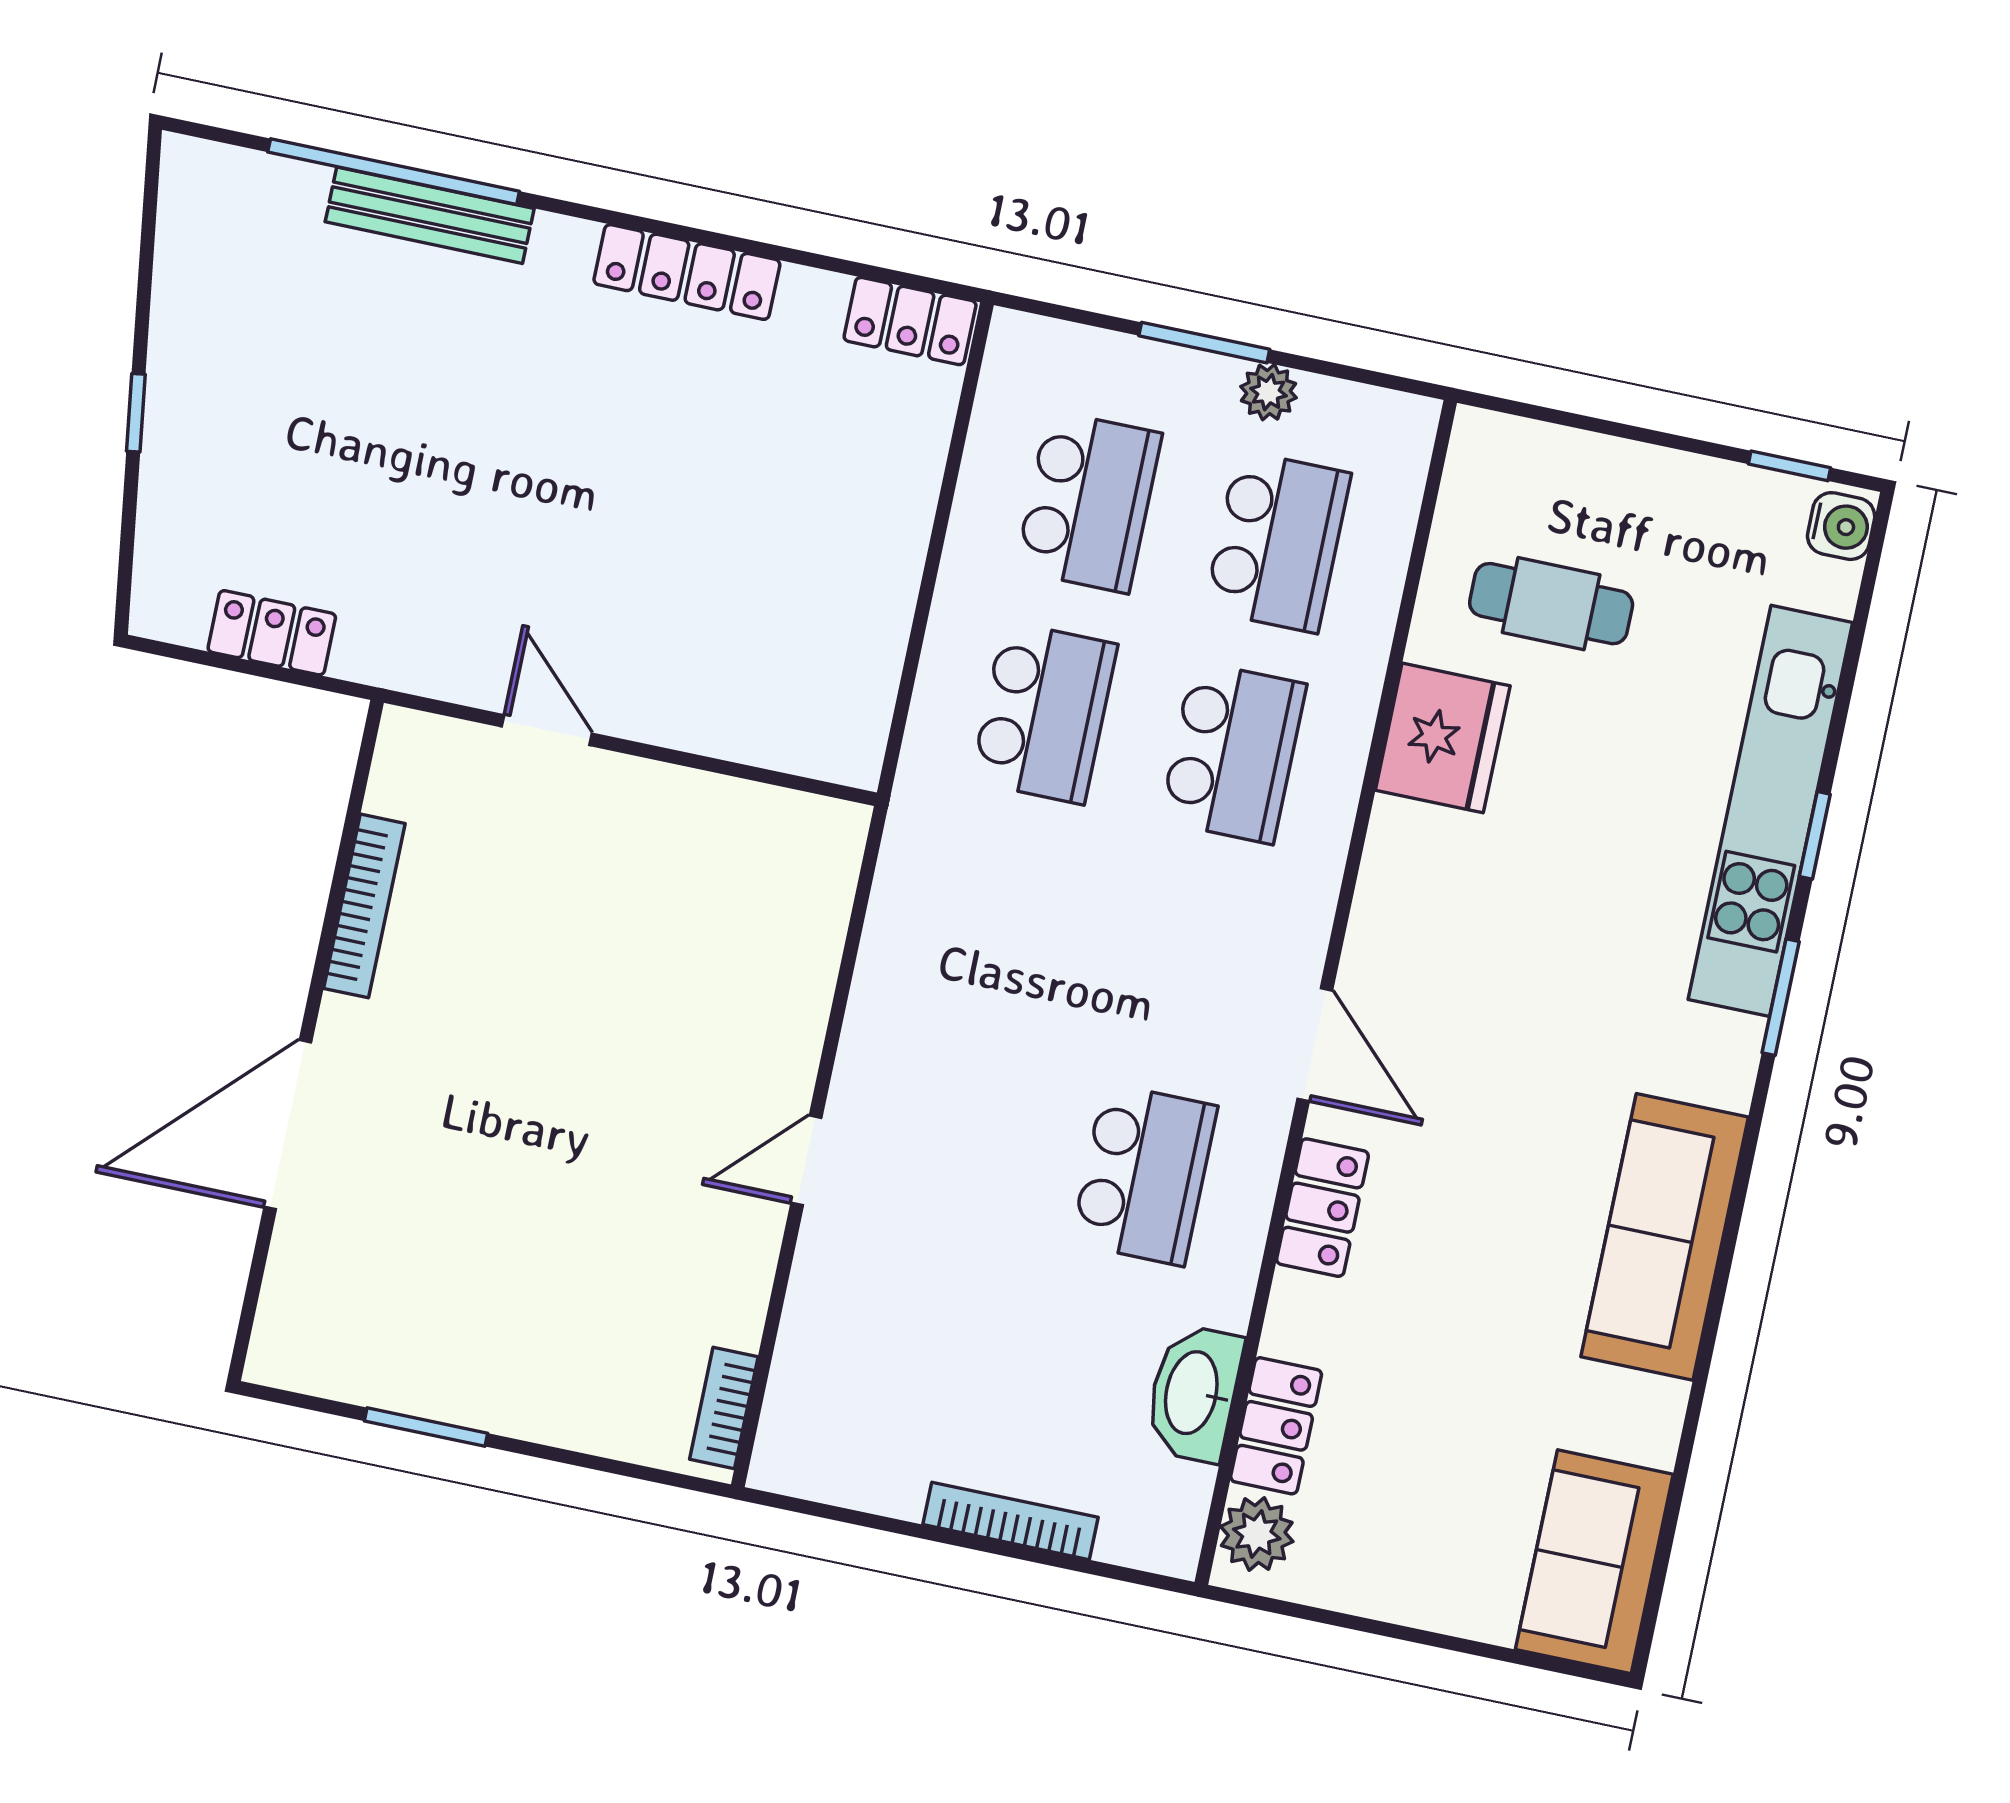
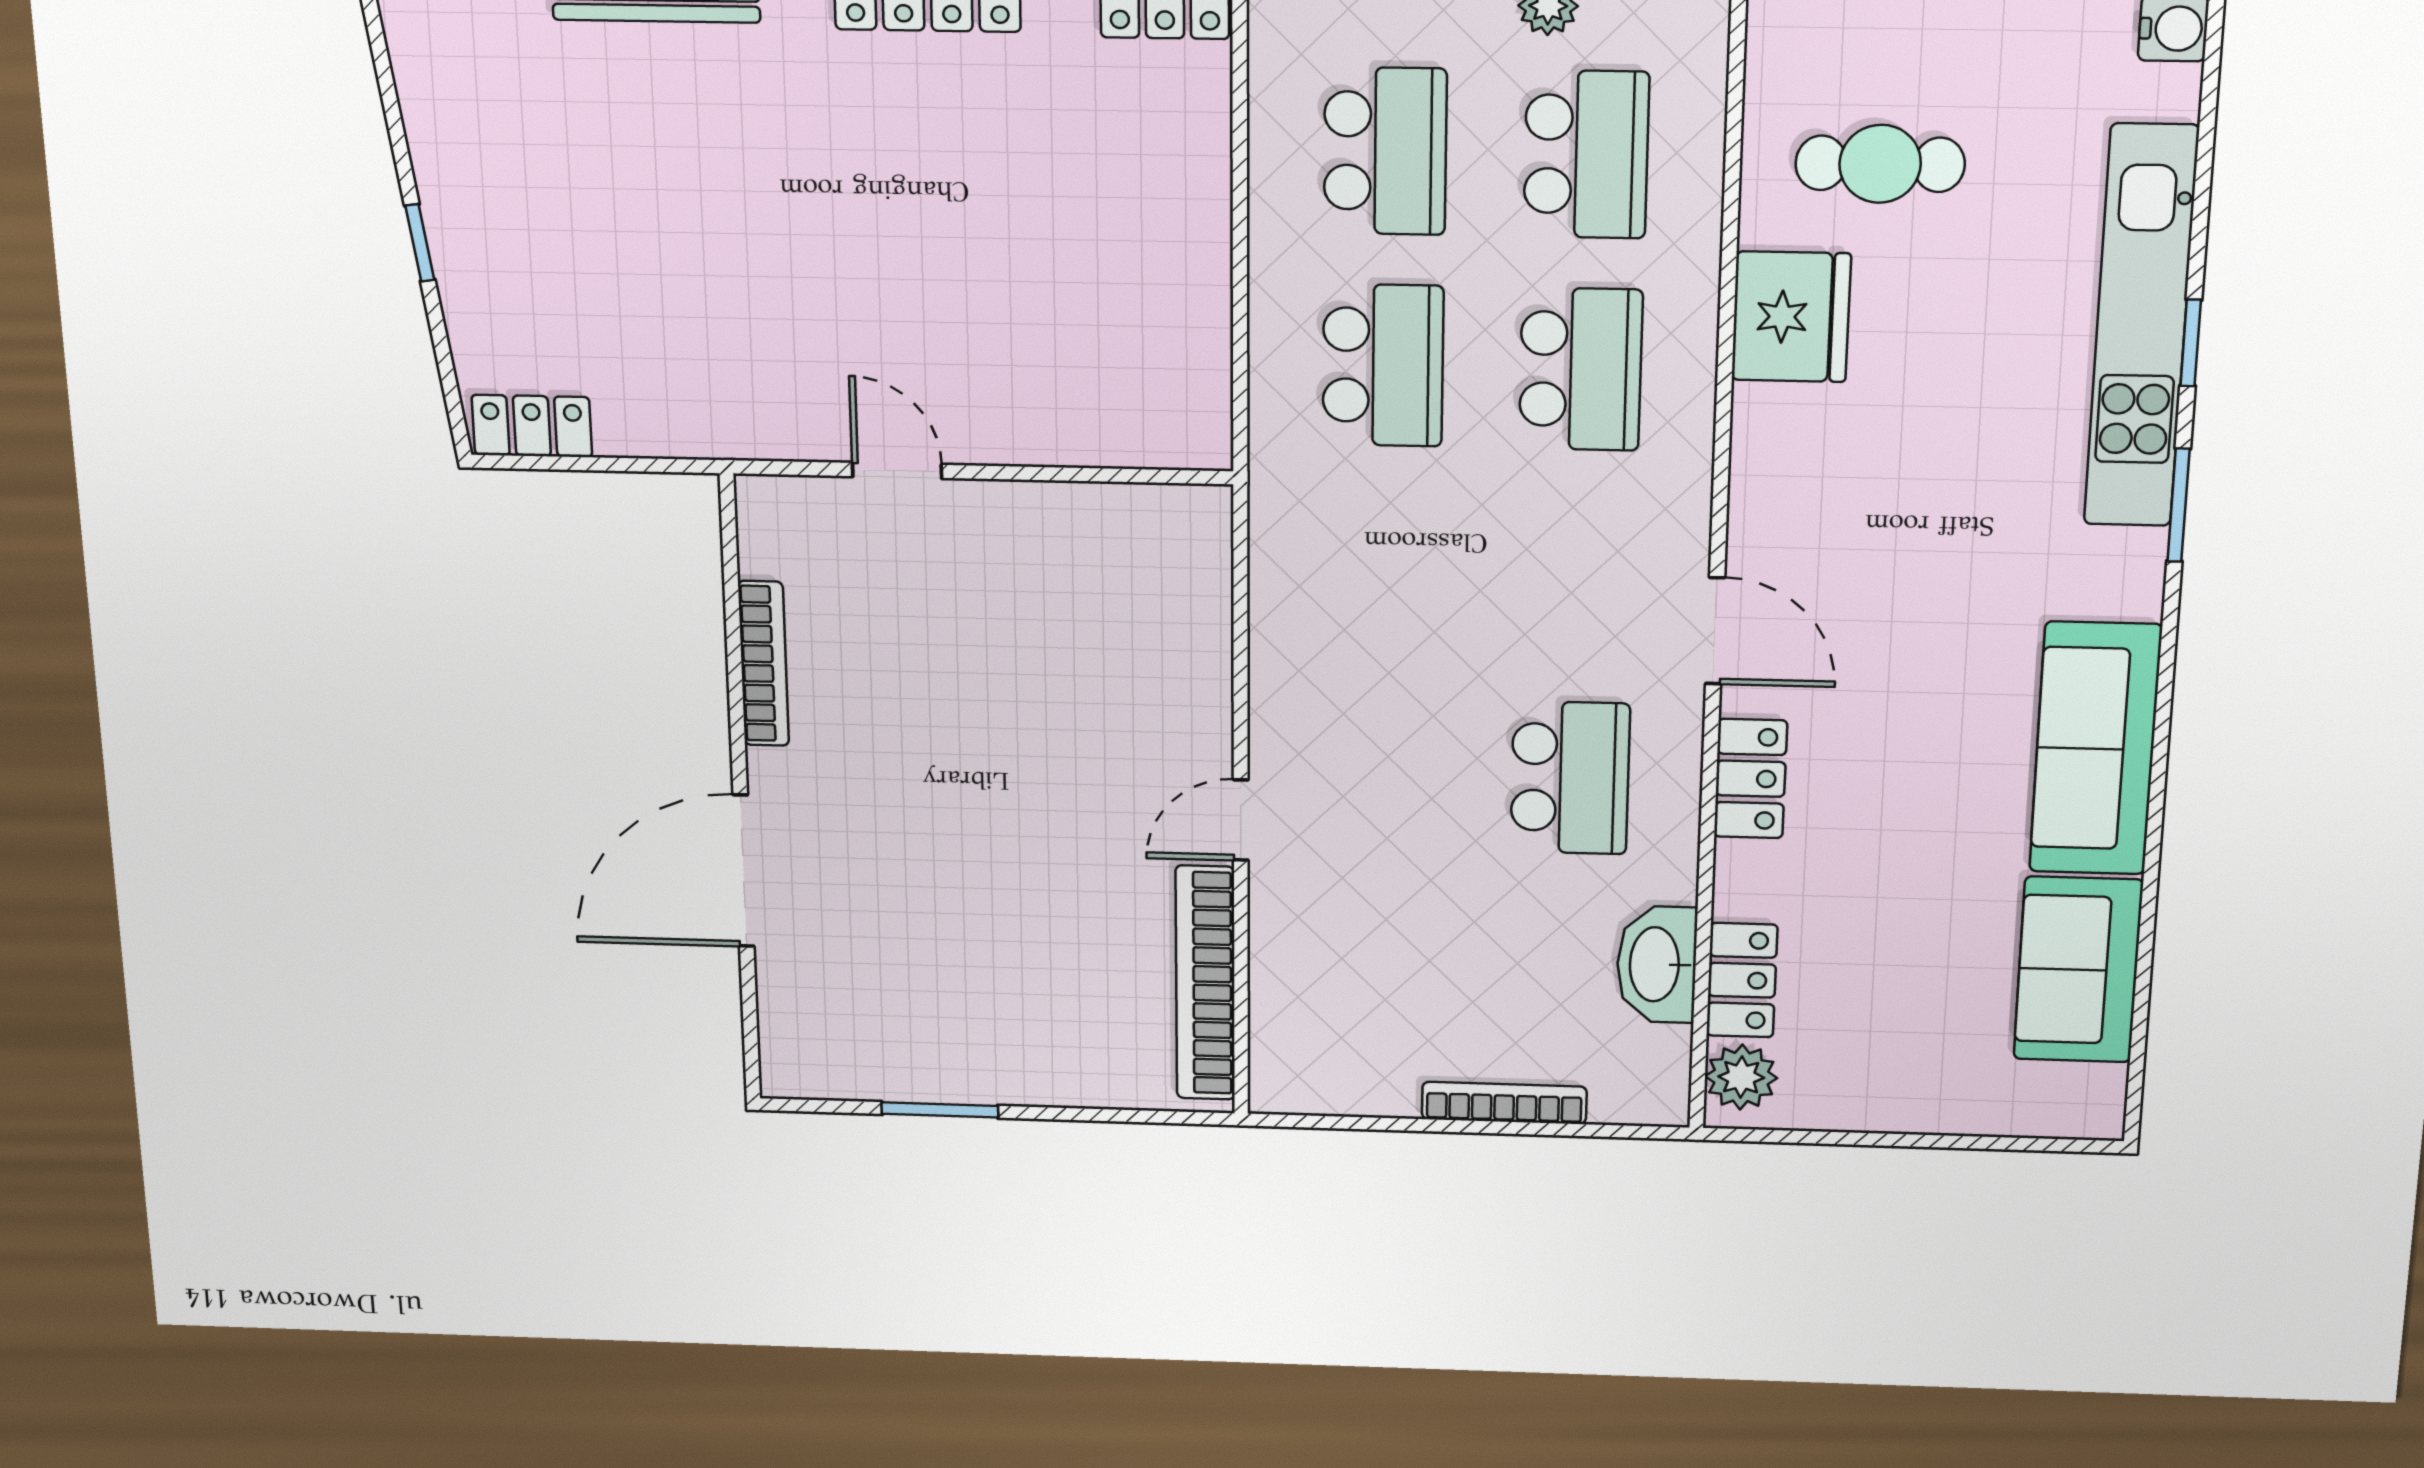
locker: (272, 633) -> (532, 426), moved
bookcase: (724, 1408) -> (1205, 983), width x2.31, depth x1.31
sofa: (1594, 1562) -> (2078, 970), moved

